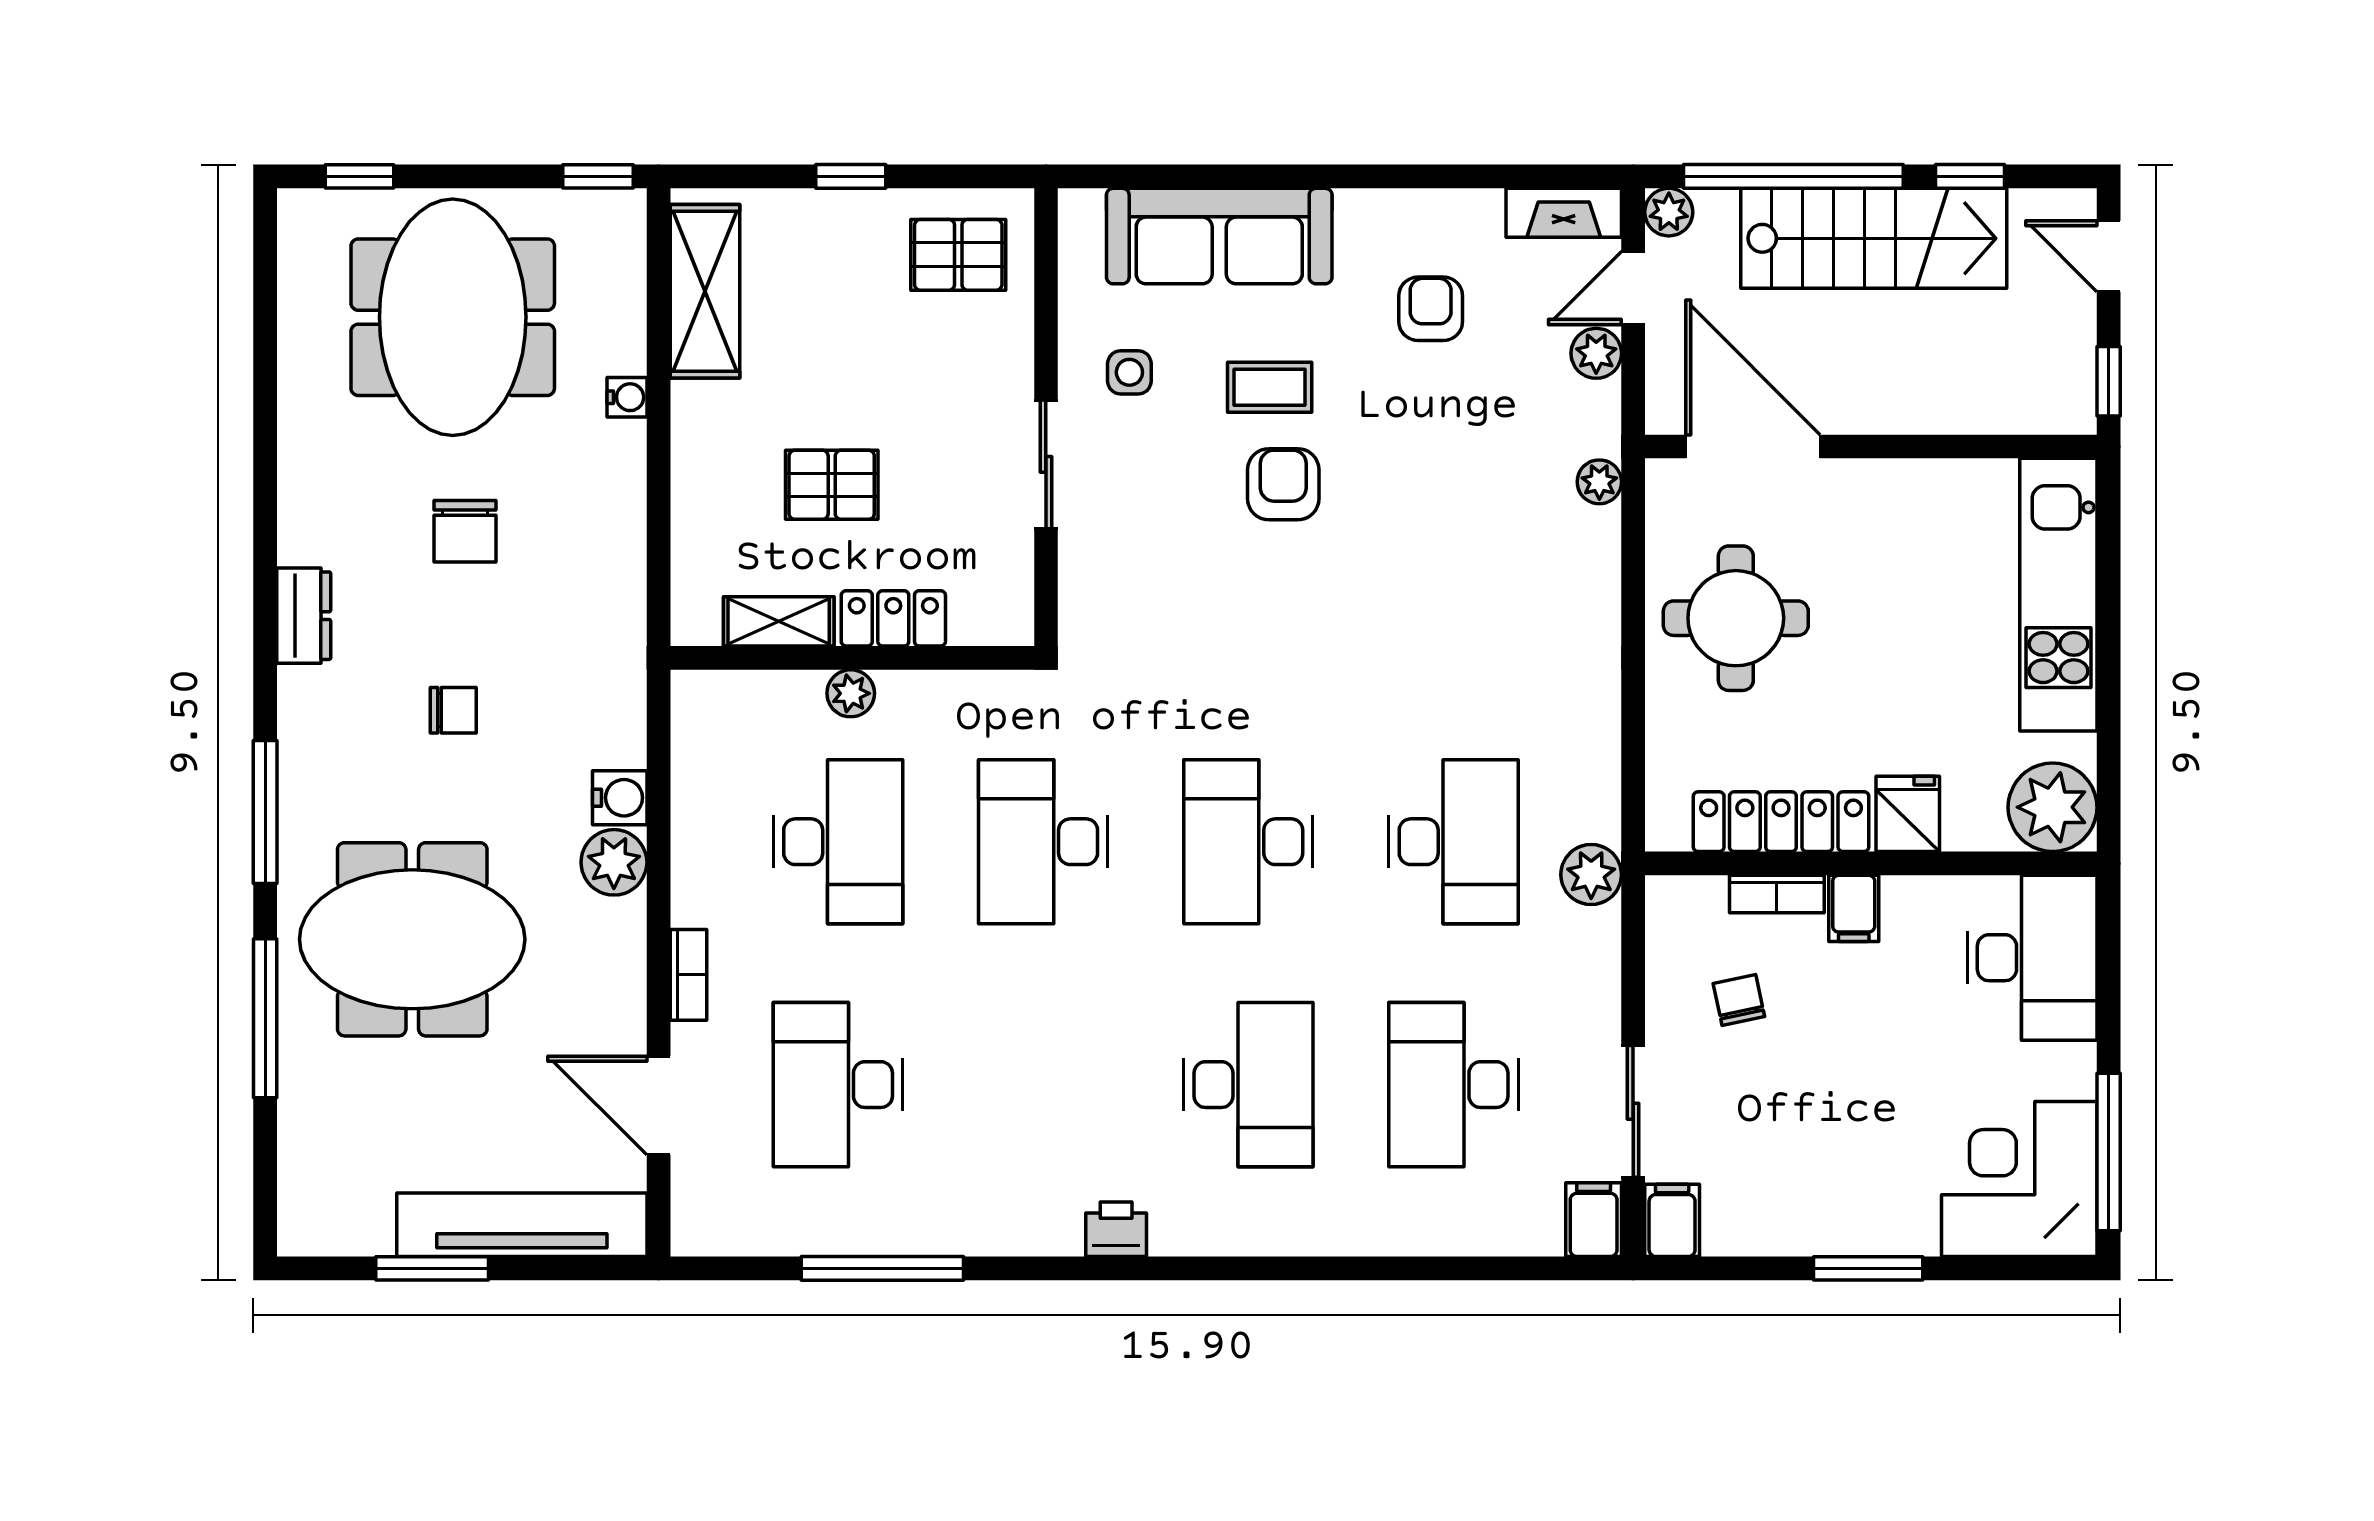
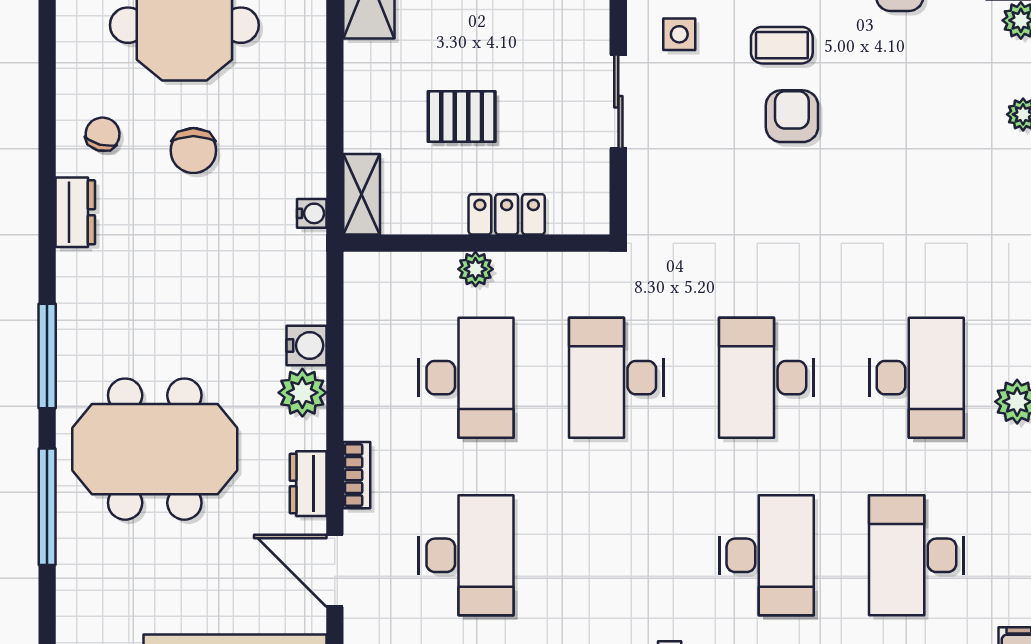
water cooler: (627, 397) -> (312, 213), moved
shelving: (779, 621) -> (362, 194), moved, turned 90
chair: (453, 710) -> (103, 134), moved, turned -75
dresser: (622, 987) -> (308, 484), added
desk: (838, 1085) -> (466, 555), turned 180

